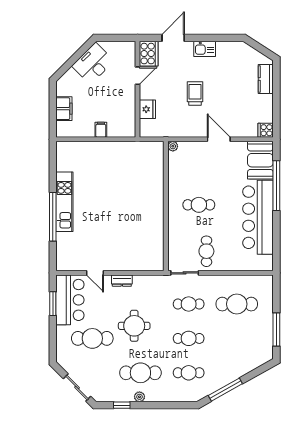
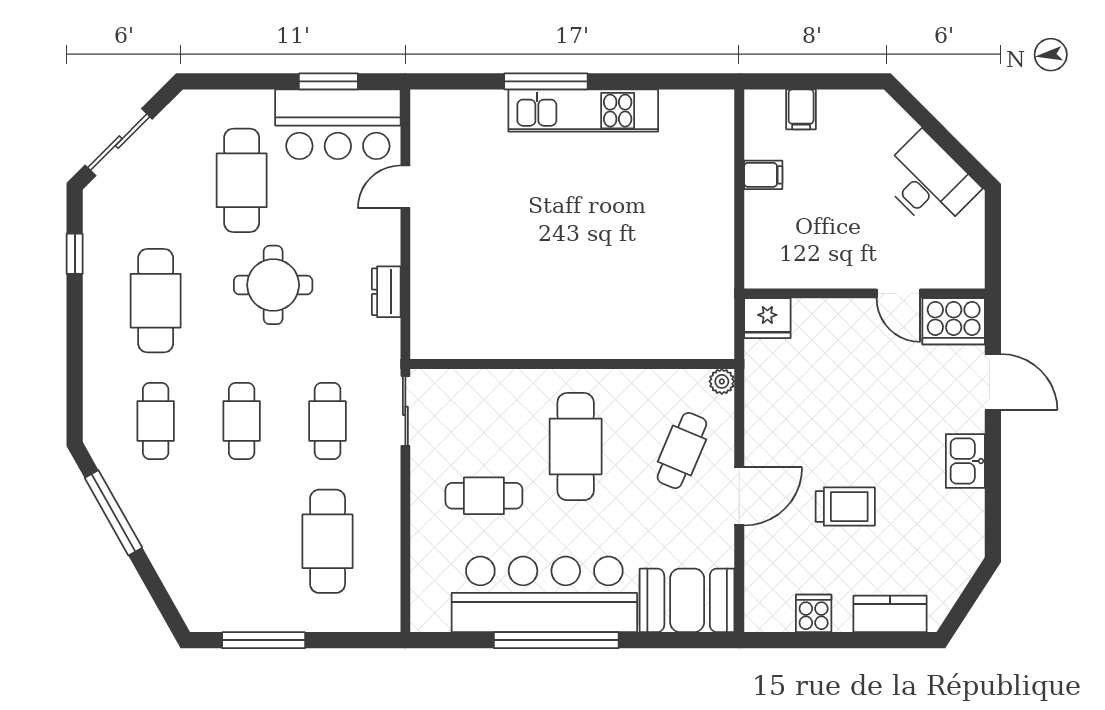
trolley: (195, 93) -> (845, 507), moved
filing cabinet: (64, 109) -> (801, 109), width x0.50
fridge: (147, 109) -> (767, 318), moved
filing cabinet: (101, 130) -> (763, 175), moved
cooker: (266, 130) -> (814, 613), moved
cafe table: (200, 162) -> (682, 451), added
window: (276, 186) -> (556, 640), moved
cafe table: (199, 205) -> (576, 447), width x1.37, depth x1.35
window: (53, 217) -> (546, 81), width x0.68
cafe table: (206, 251) -> (484, 496), moved
dresser: (122, 281) -> (386, 292), moved
plant: (139, 397) -> (96, 298), removed

